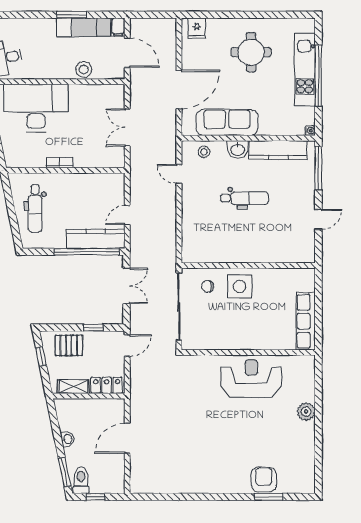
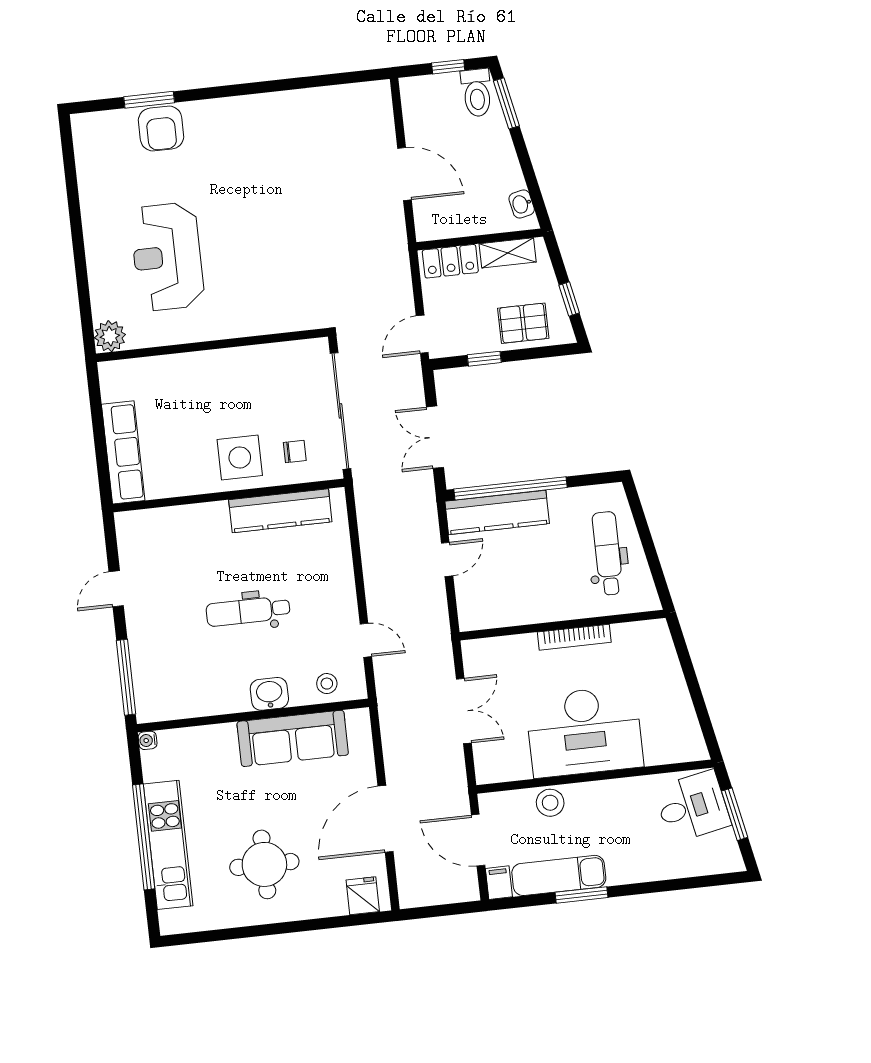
door: (179, 89) -> (386, 819), moved
desk: (36, 108) -> (584, 732), moved
kitchen counter: (278, 150) -> (280, 511), moved, turned 180
bookcase: (60, 163) -> (574, 637), width x1.56
row of seats: (306, 321) -> (123, 452), moved
reception desk: (251, 378) -> (167, 257), moved, turned 90
plant: (306, 411) -> (110, 336), moved
door: (127, 438) -> (405, 174), hinge flipped
washbasin: (67, 439) -> (522, 204), moved

